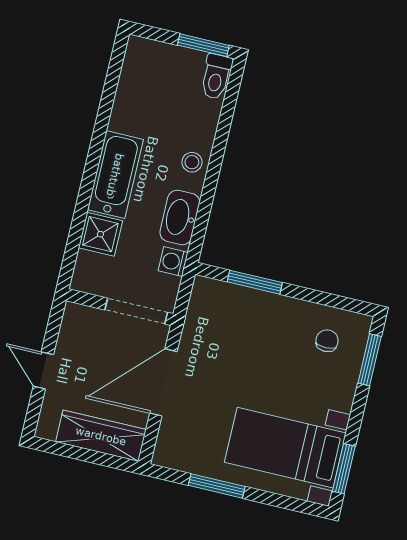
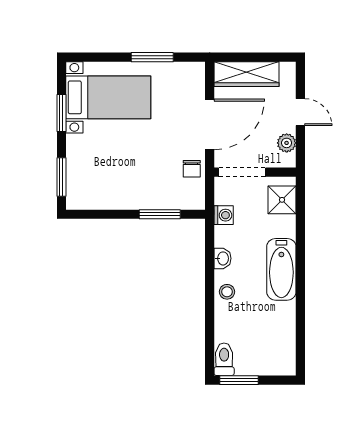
washbasin: (180, 217) -> (223, 258), width x0.52, depth x0.69
shower: (100, 234) -> (282, 200), moved
plant: (70, 335) -> (287, 143), added
chair: (327, 341) -> (192, 169), moved
window: (344, 469) -> (61, 113), moved

